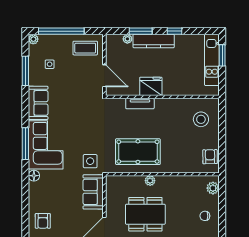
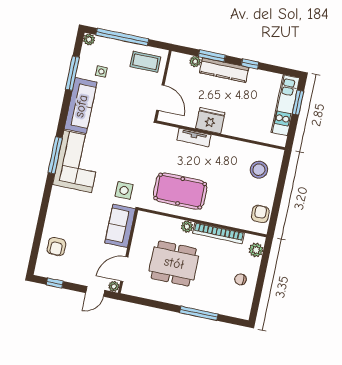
sofa: (38, 103) -> (81, 106), width x1.36
floor lamp: (34, 176) -> (57, 193), removed
bookcase: (178, 180) -> (219, 233), added

